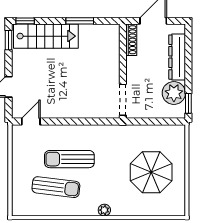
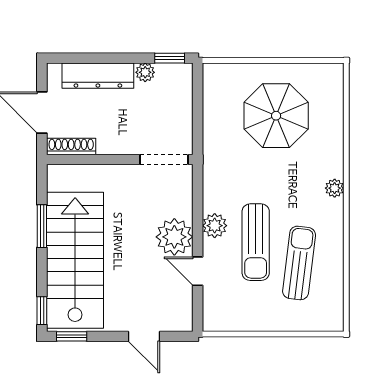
stairs: (46, 36) -> (75, 260), width x1.36, depth x1.51
plant: (174, 93) -> (145, 72), width x0.53, depth x0.53
plant: (73, 106) -> (174, 237), added
door: (31, 122) -> (198, 271), moved
plant: (80, 133) -> (215, 226), added

